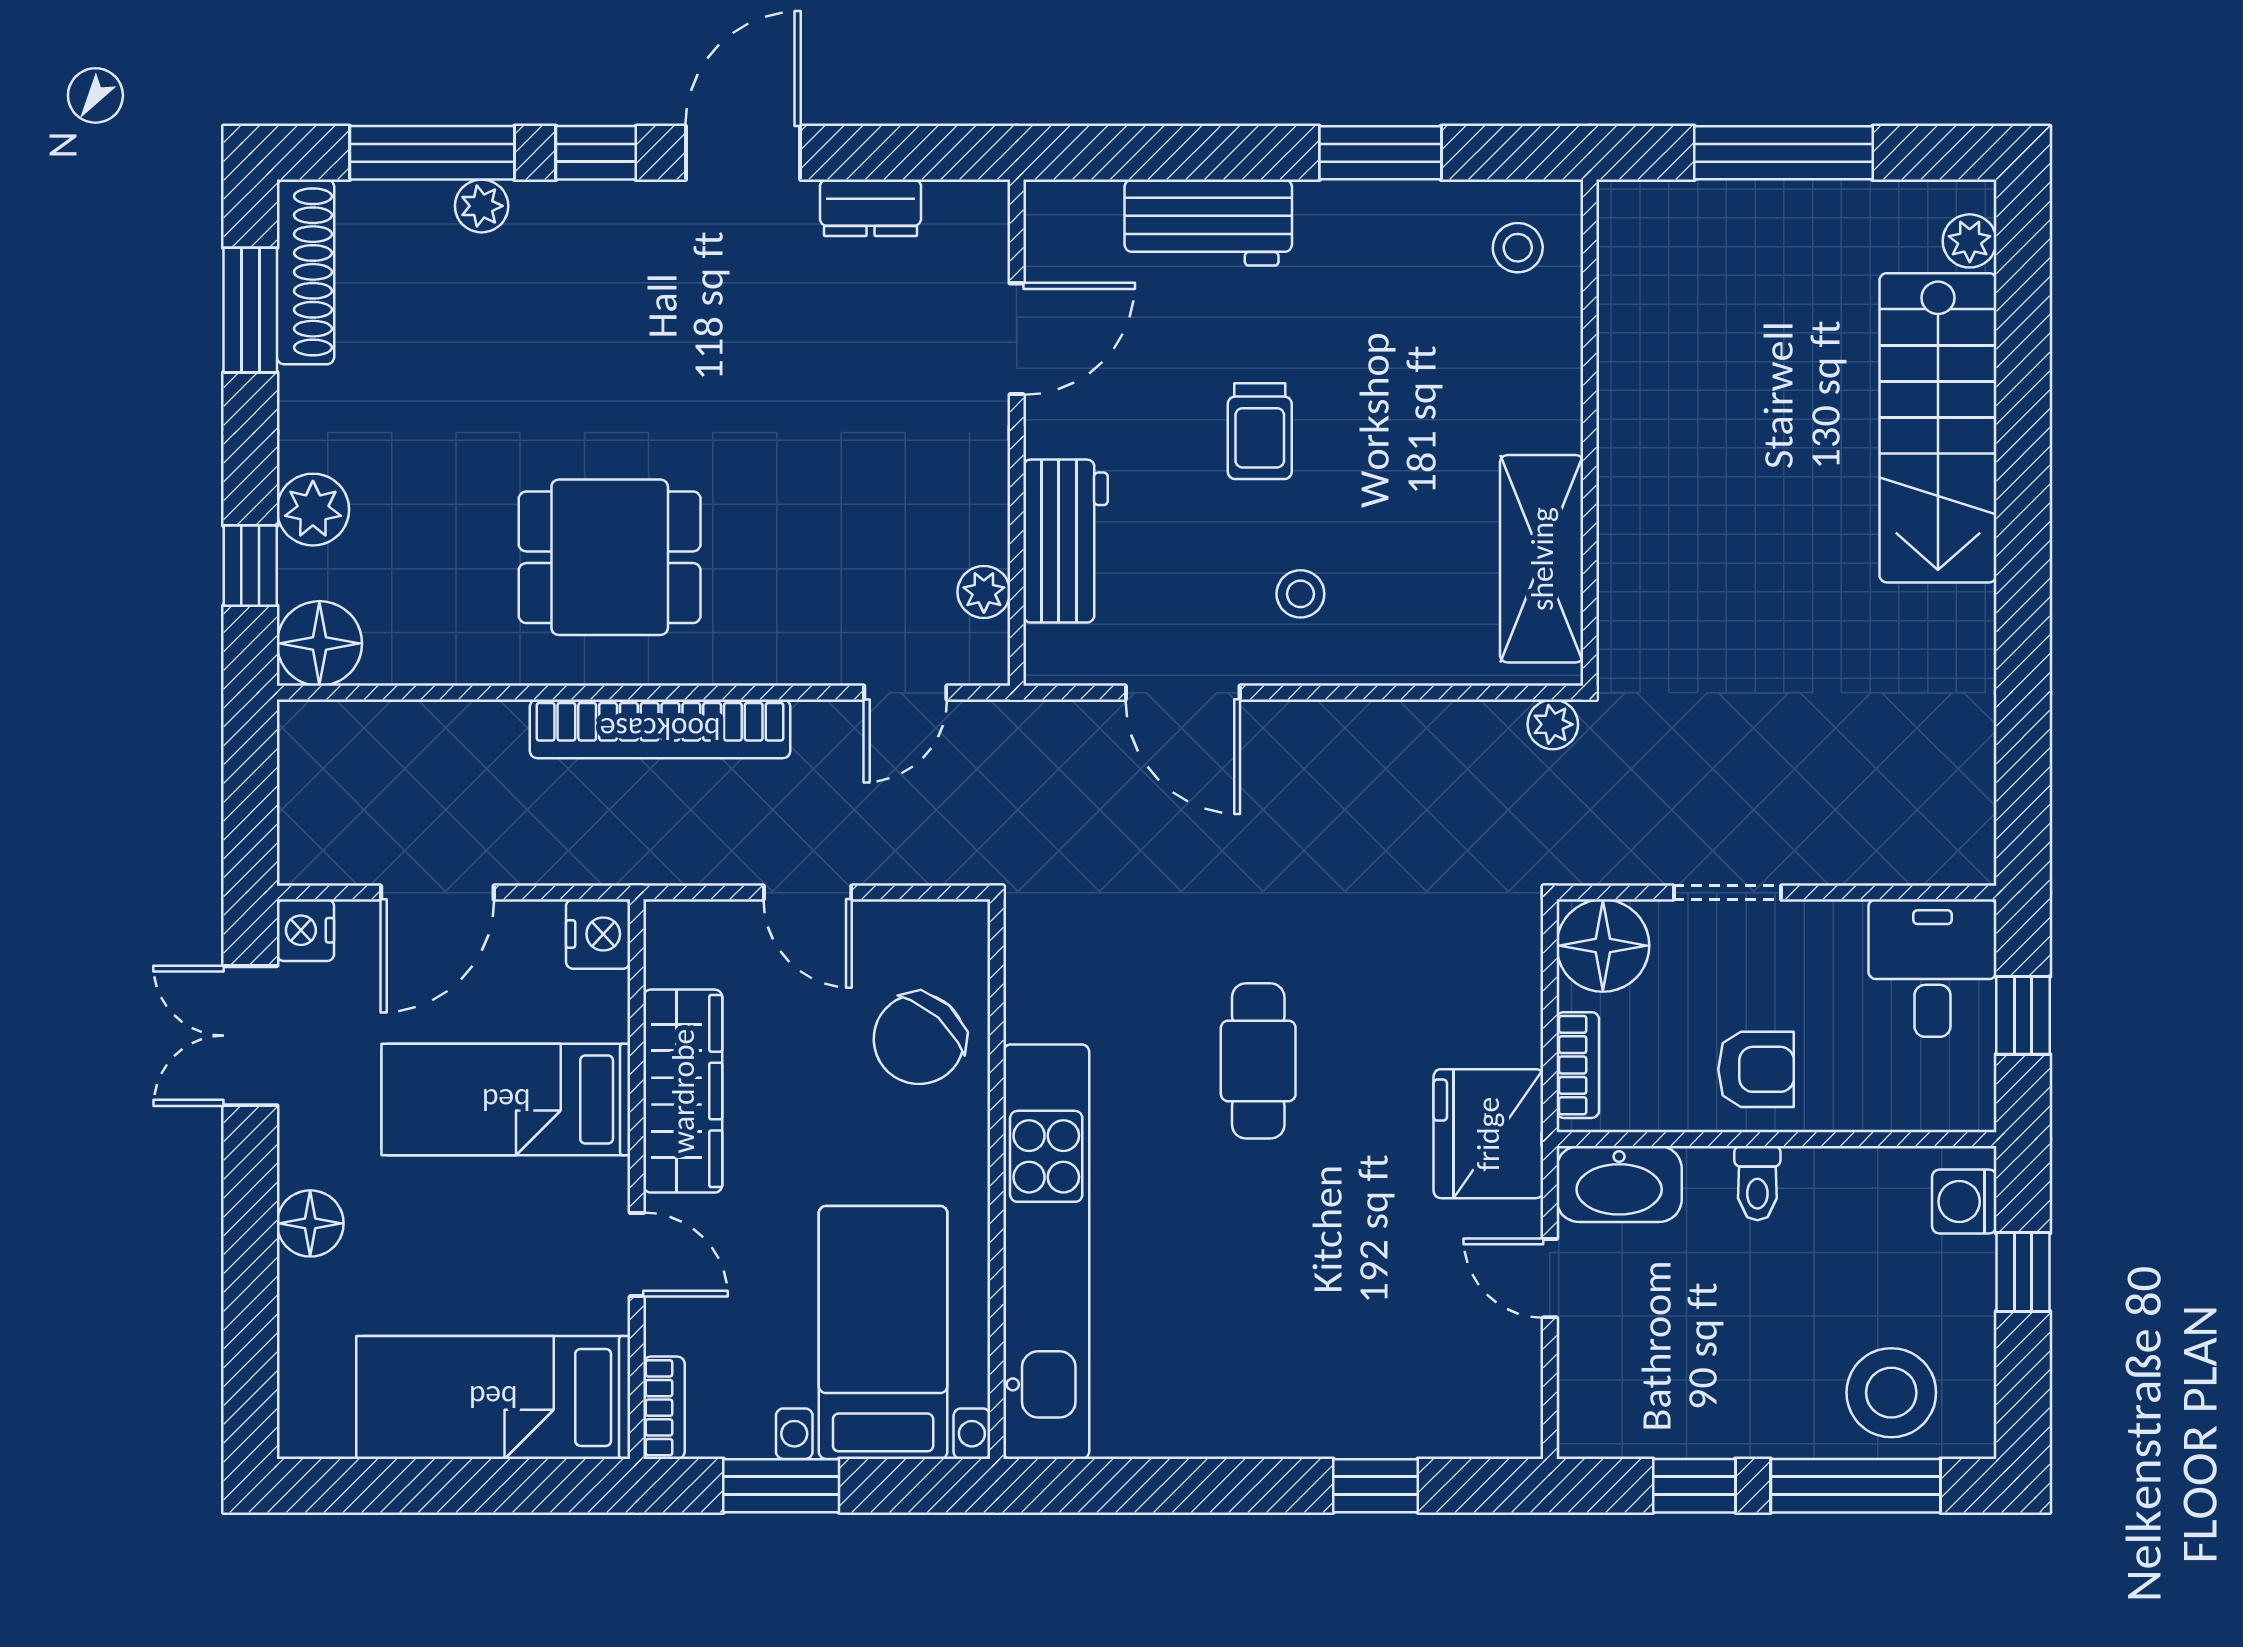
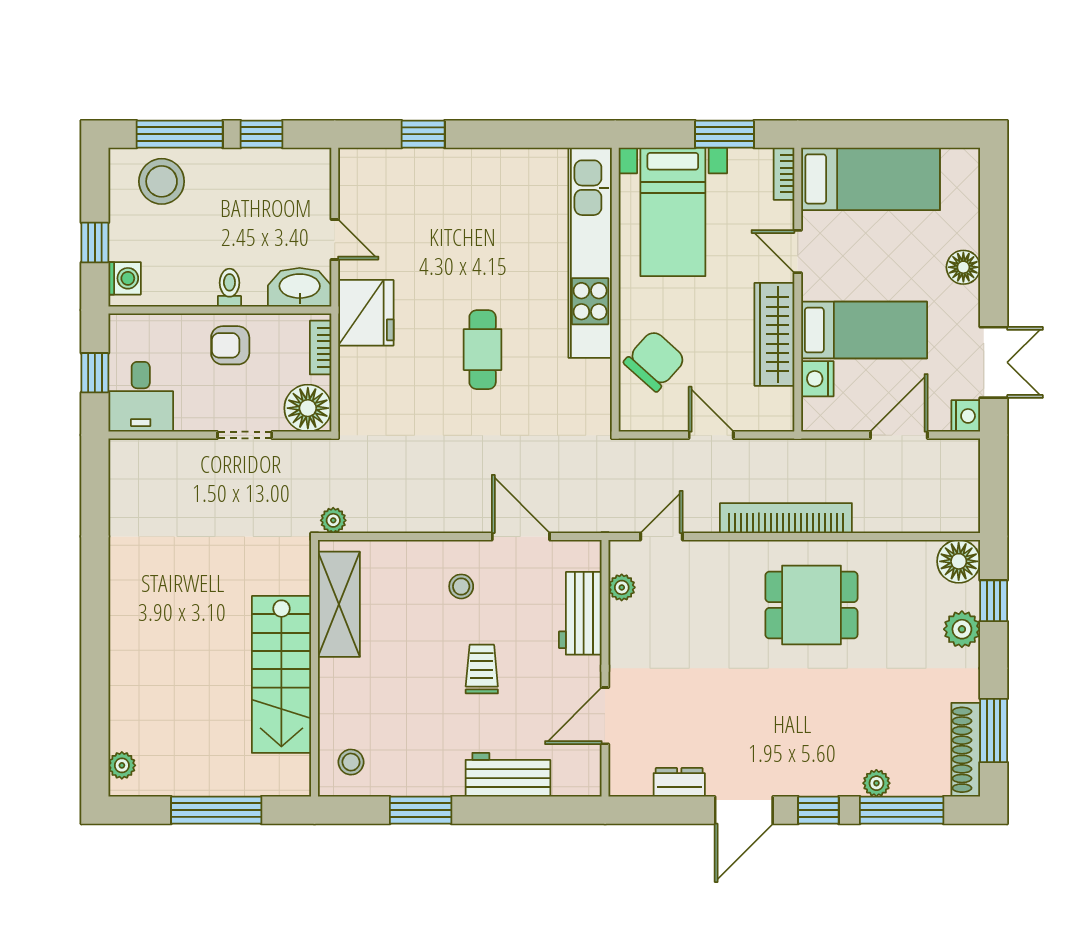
stairs: (1938, 428) -> (281, 674), moved, turned 180
nightstand: (598, 934) -> (817, 379), moved

